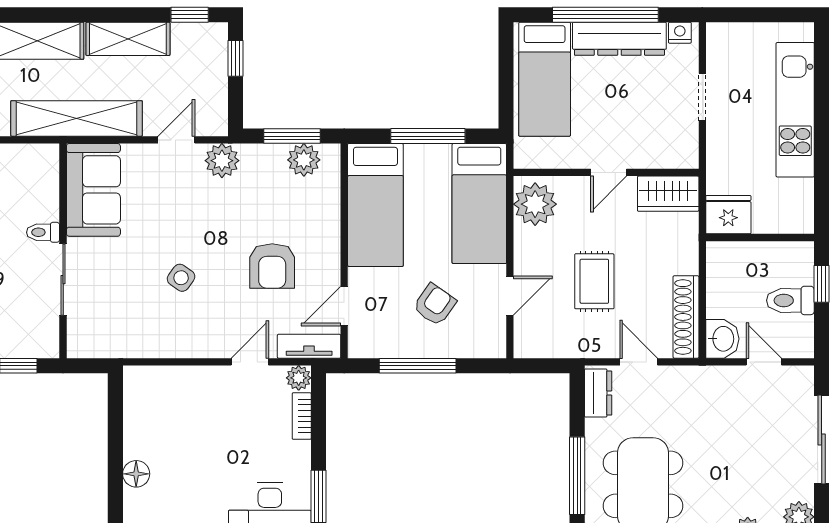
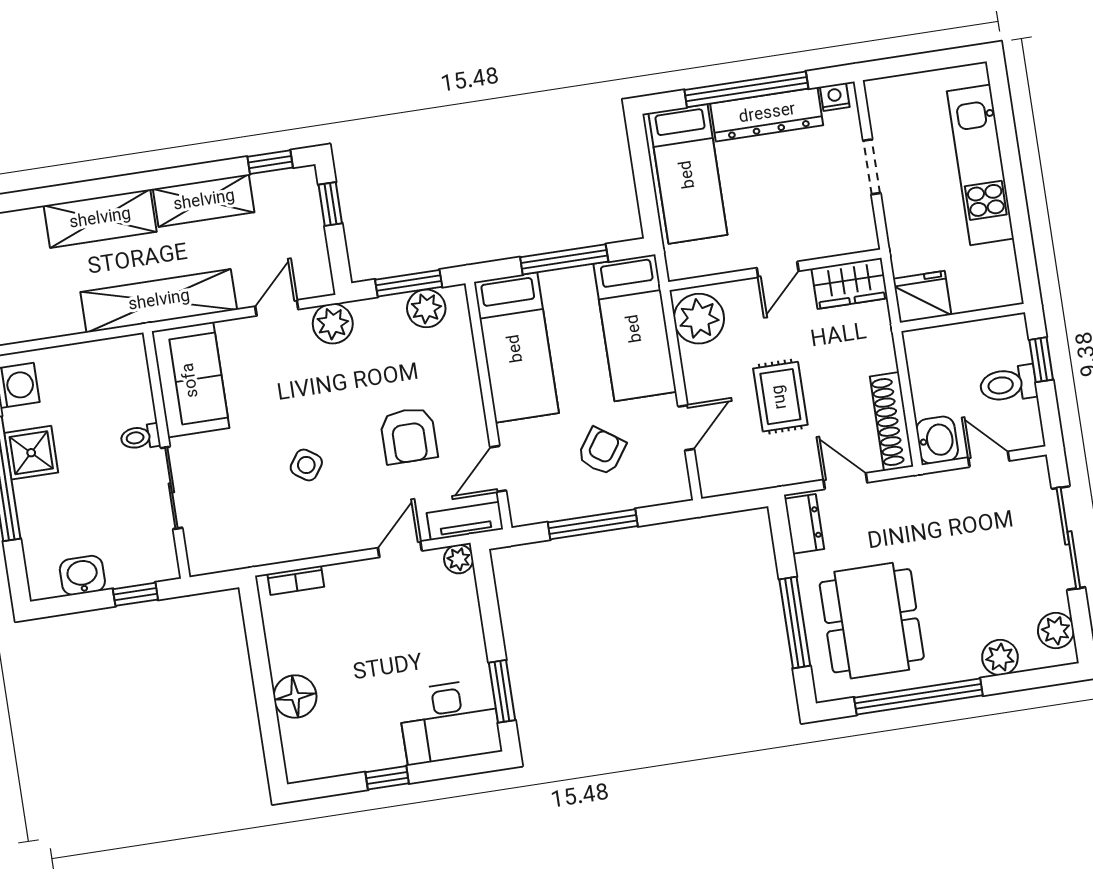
bookcase: (302, 416) -> (296, 580), moved, turned -90
floor lamp: (136, 474) -> (295, 697), width x1.38, depth x1.38

